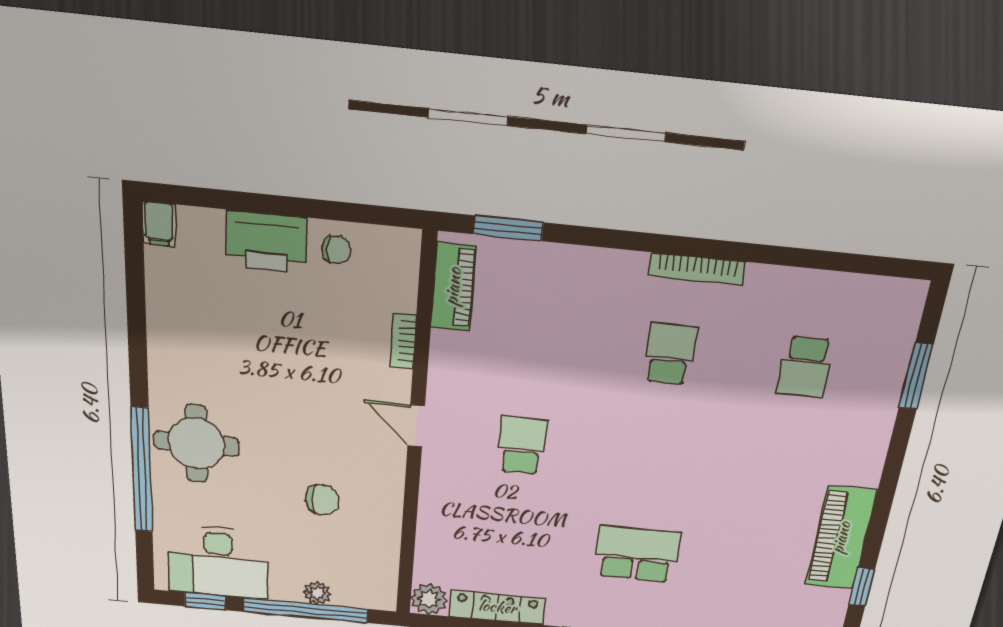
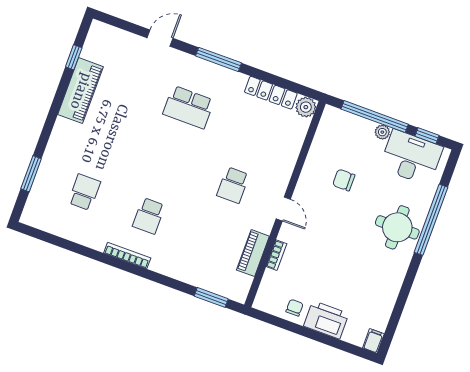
chair: (336, 250) -> (295, 308), turned 90
piano: (453, 287) -> (253, 253), moved
plant: (317, 593) -> (382, 132), moved

